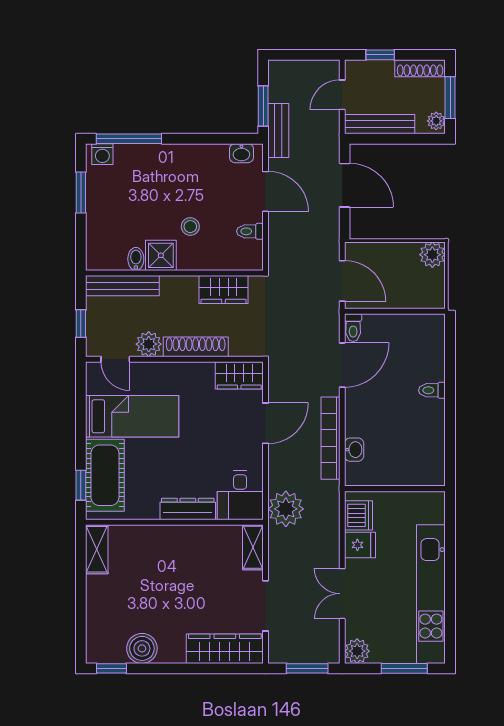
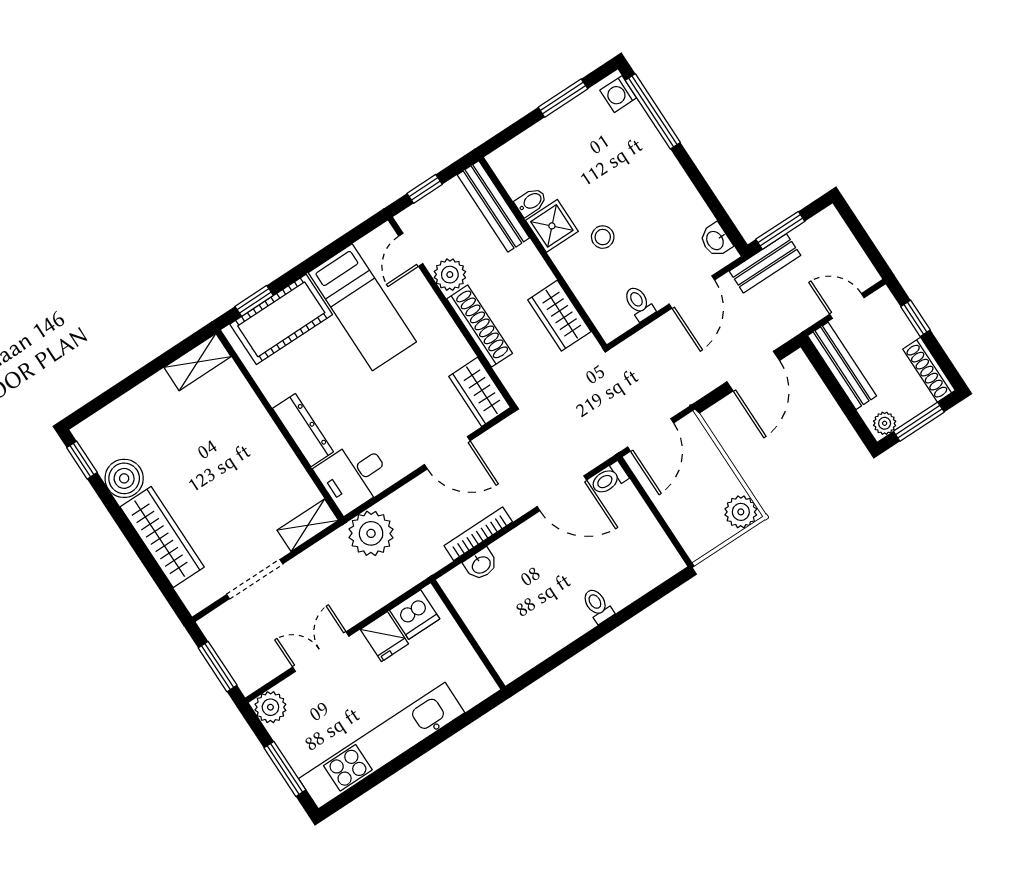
bookcase: (330, 438) -> (478, 534), width x0.68, depth x0.76
wardrobe: (225, 649) -> (162, 537), moved

